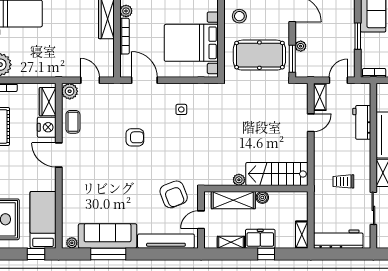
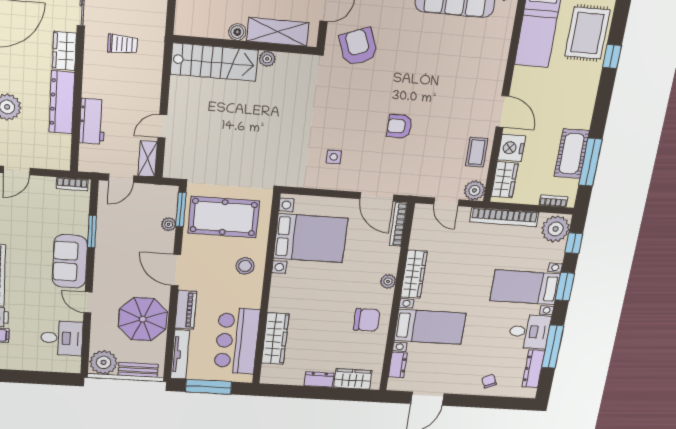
bookcase: (125, 36) -> (398, 225), moved
bookcase: (43, 71) -> (504, 217), added

